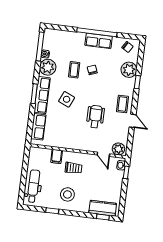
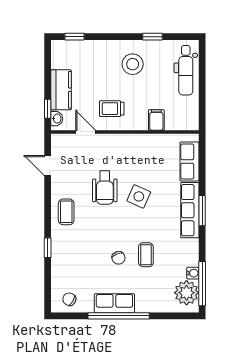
plant: (48, 67) -> (187, 293), moved
plant: (129, 70) -> (63, 265), removed
side table: (67, 99) -> (139, 196), moved
door: (133, 121) -> (48, 165), moved
plant: (118, 149) -> (64, 143), removed
trolley: (73, 168) -> (112, 109), moved
kitchen counter: (103, 208) -> (61, 90), moved, turned -90

